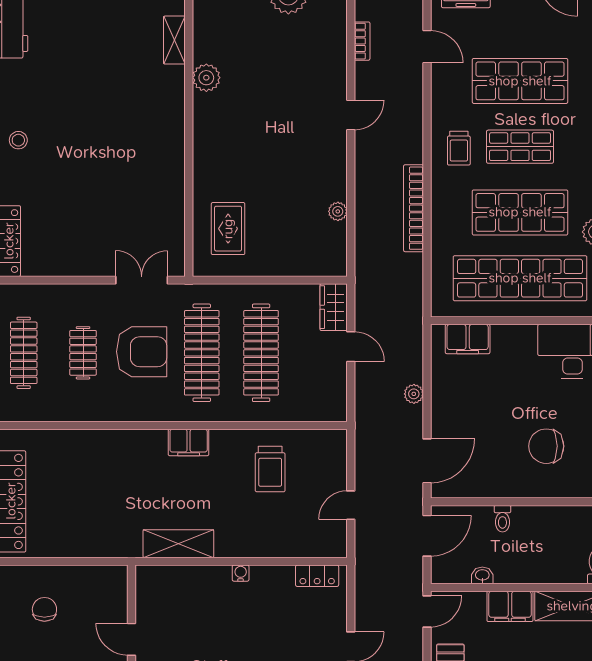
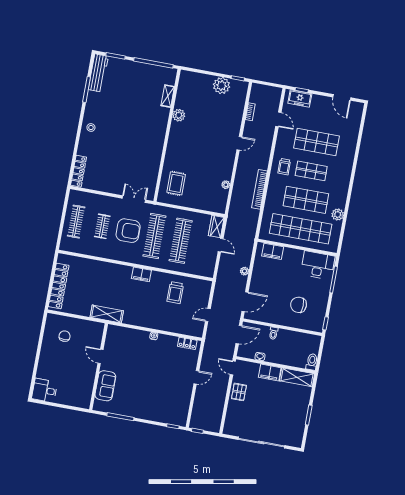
shelving: (178, 544) -> (107, 314), moved
door: (427, 611) -> (233, 368), swing flipped

